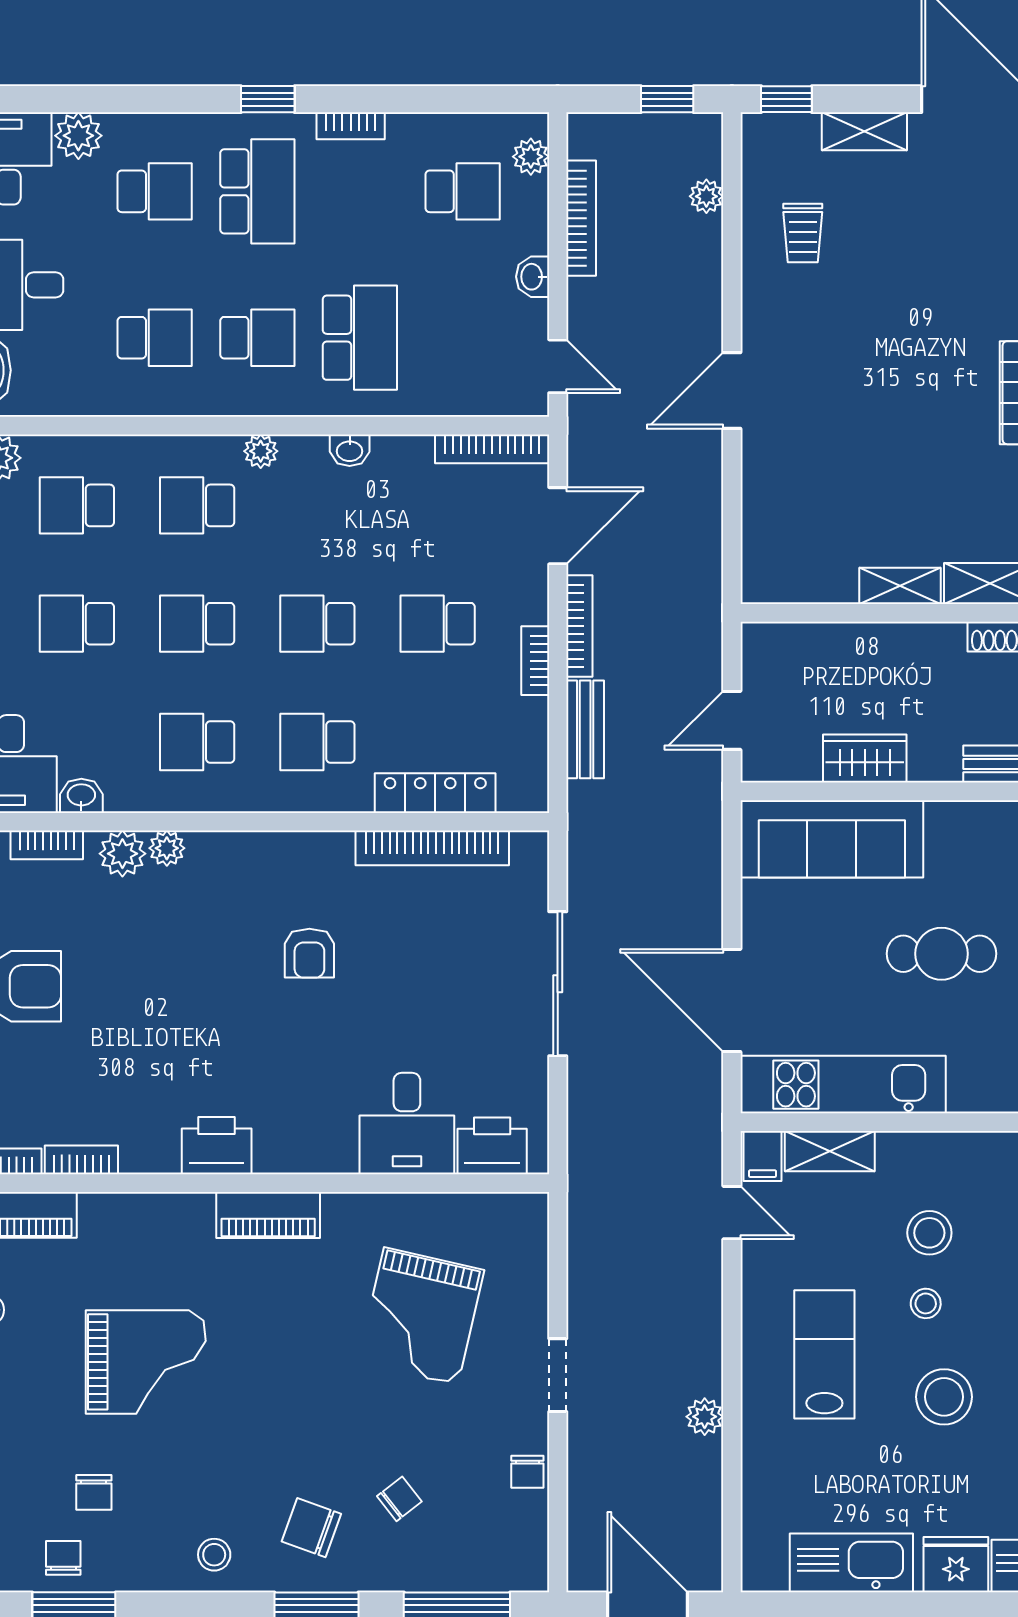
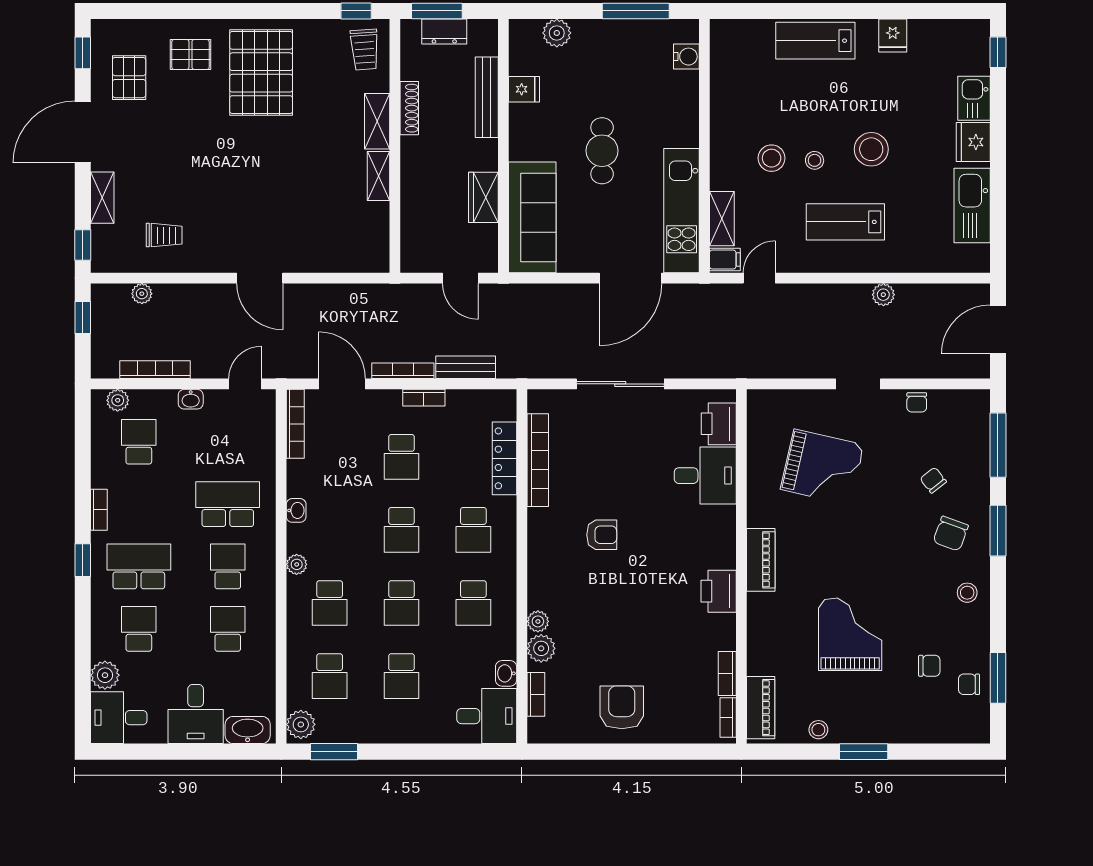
chair: (527, 1472) -> (917, 402), turned 90

